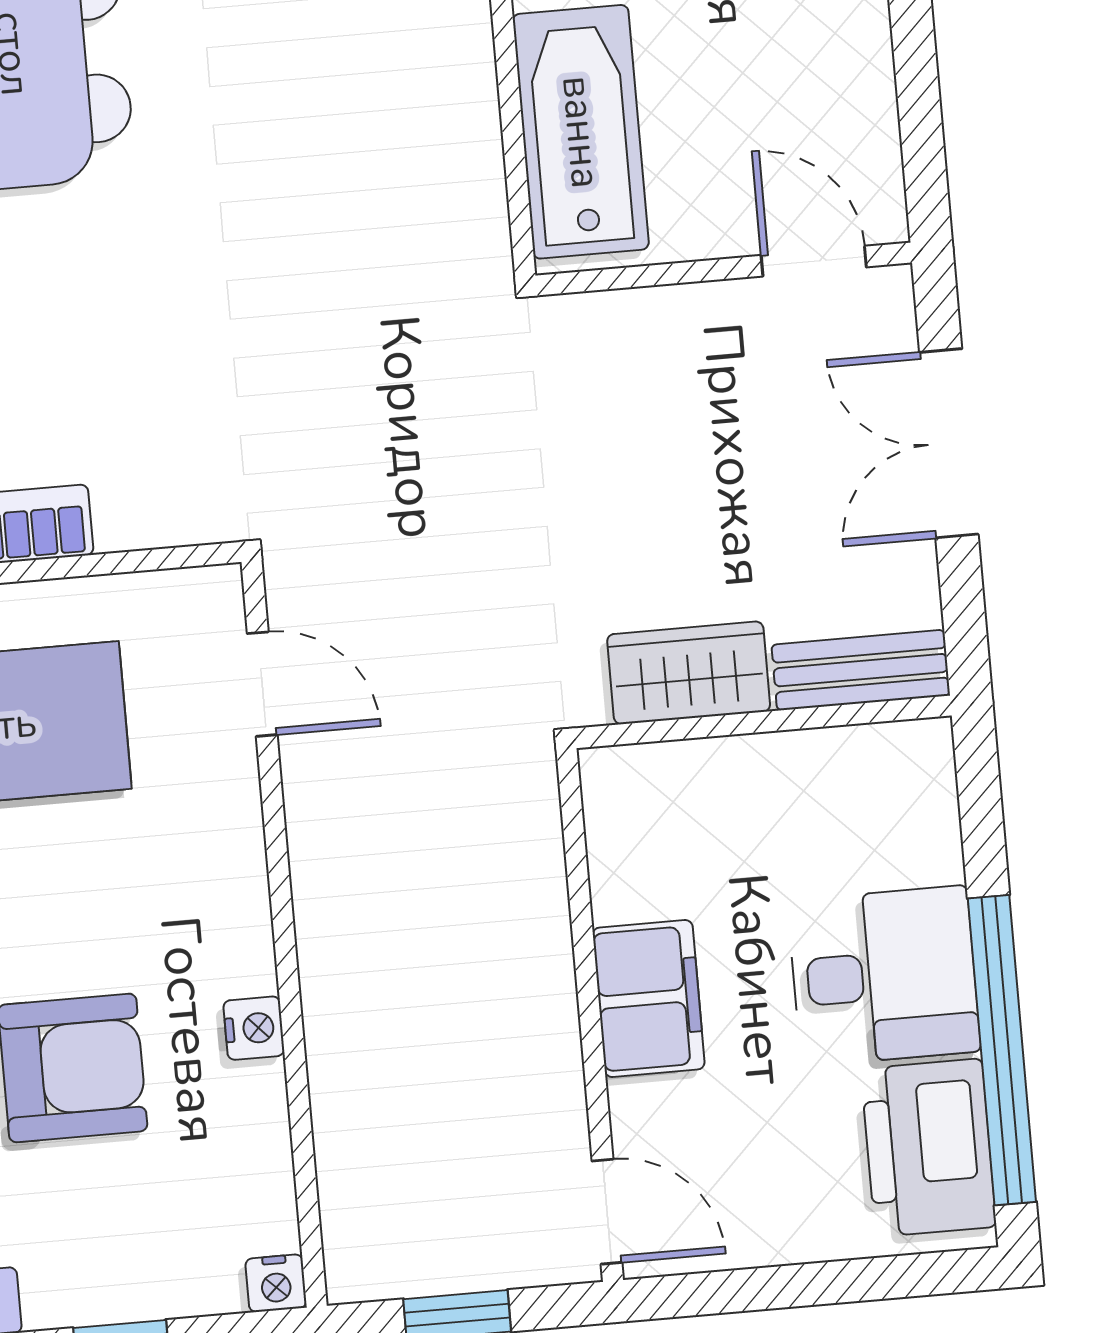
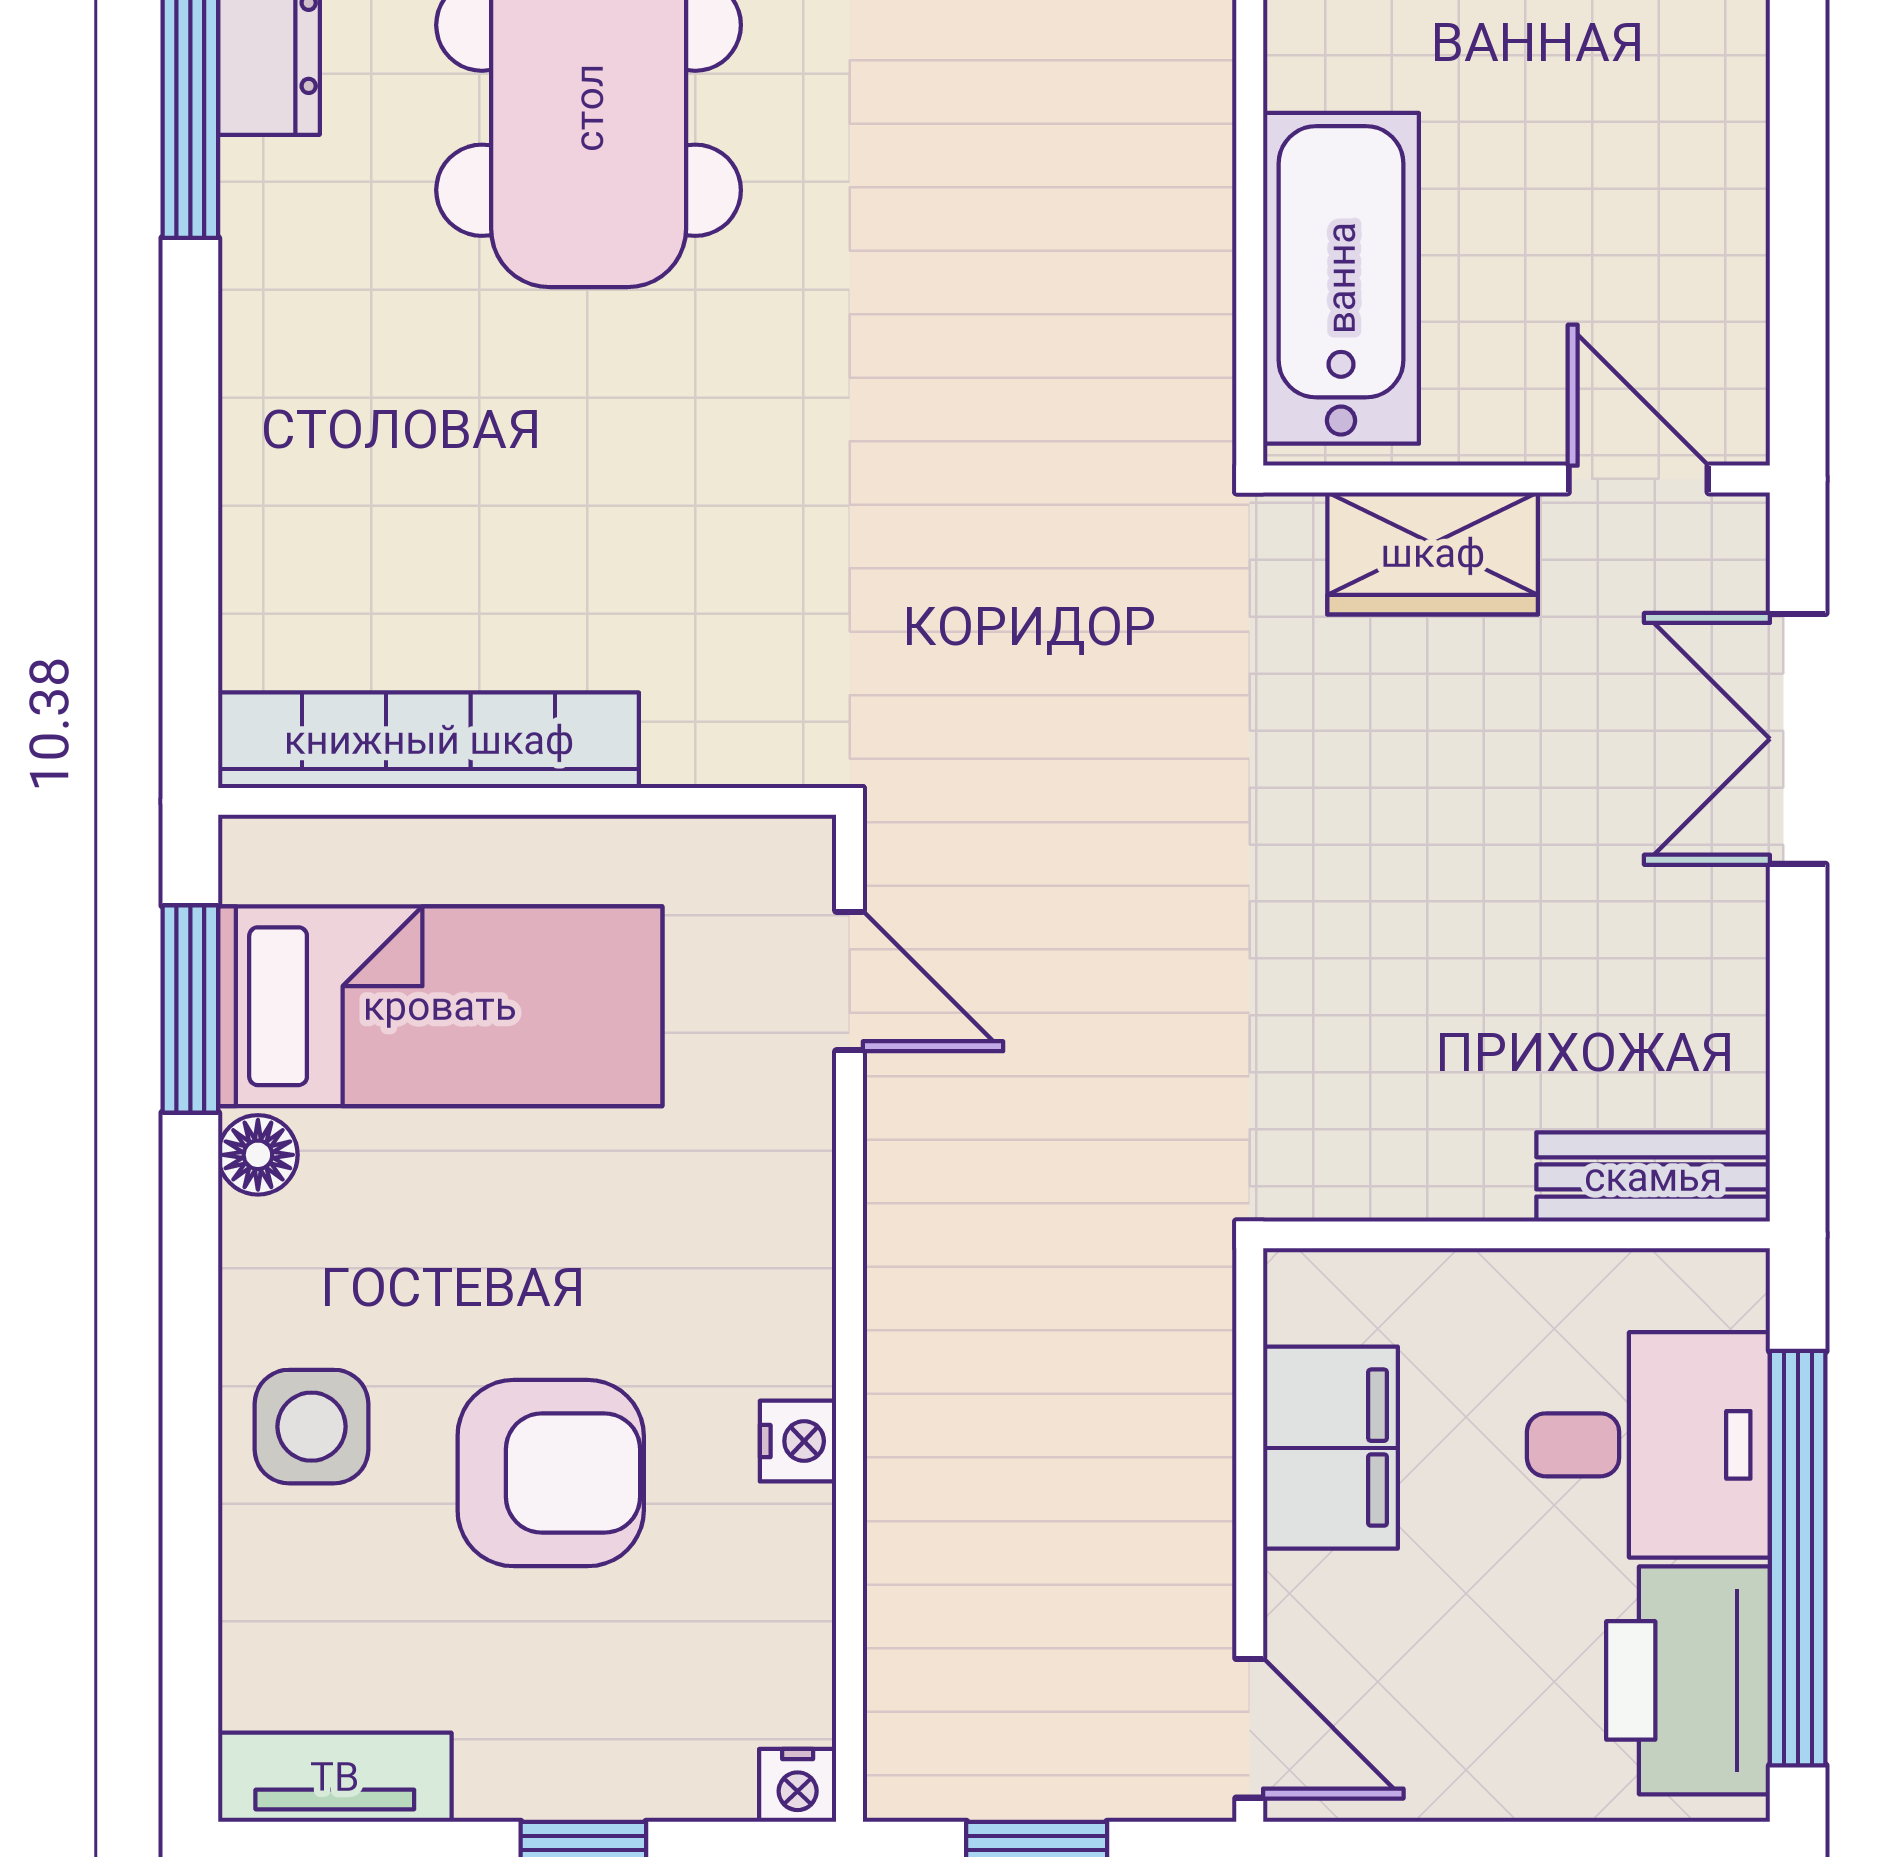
bench: (861, 670) -> (1653, 1177), moved
wardrobe: (689, 673) -> (1433, 553), moved, turned 180
wall: (763, 722) -> (1516, 1235), moved

